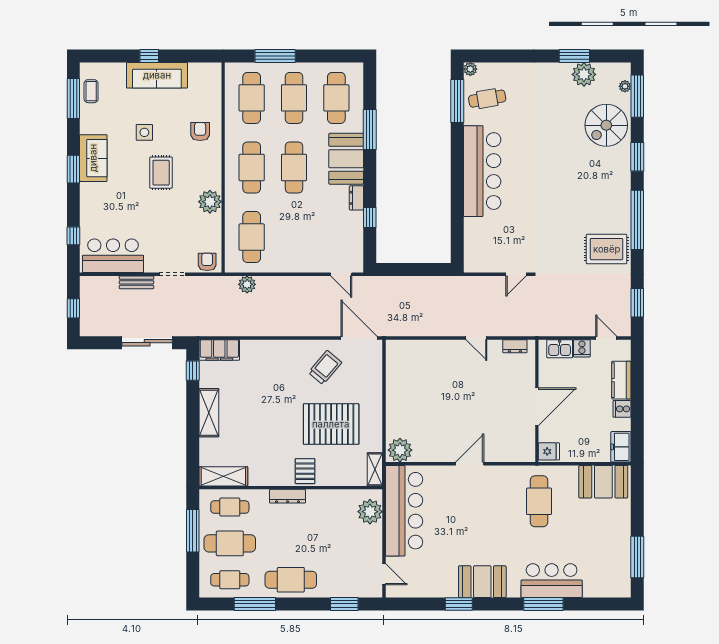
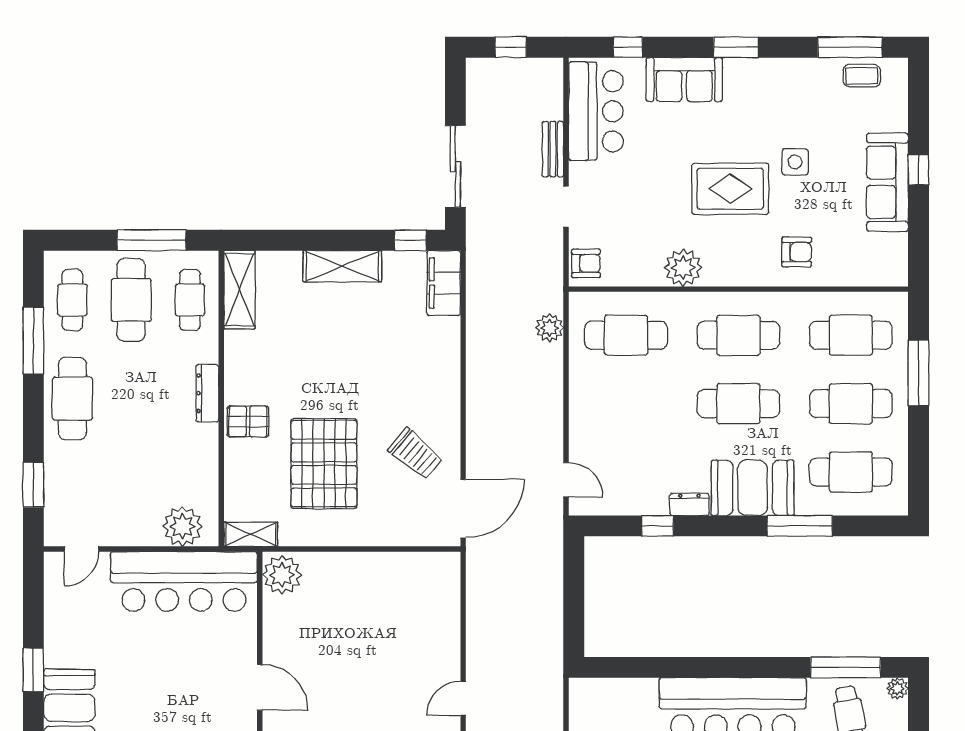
sofa: (93, 158) -> (684, 80), moved
rug: (161, 173) -> (730, 189), width x1.36, depth x1.43
door: (341, 274) -> (566, 480), swing flipped

